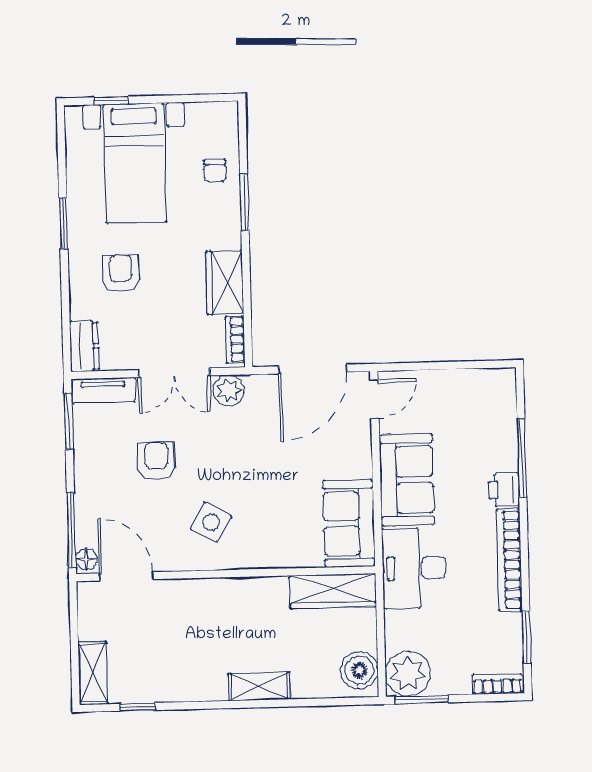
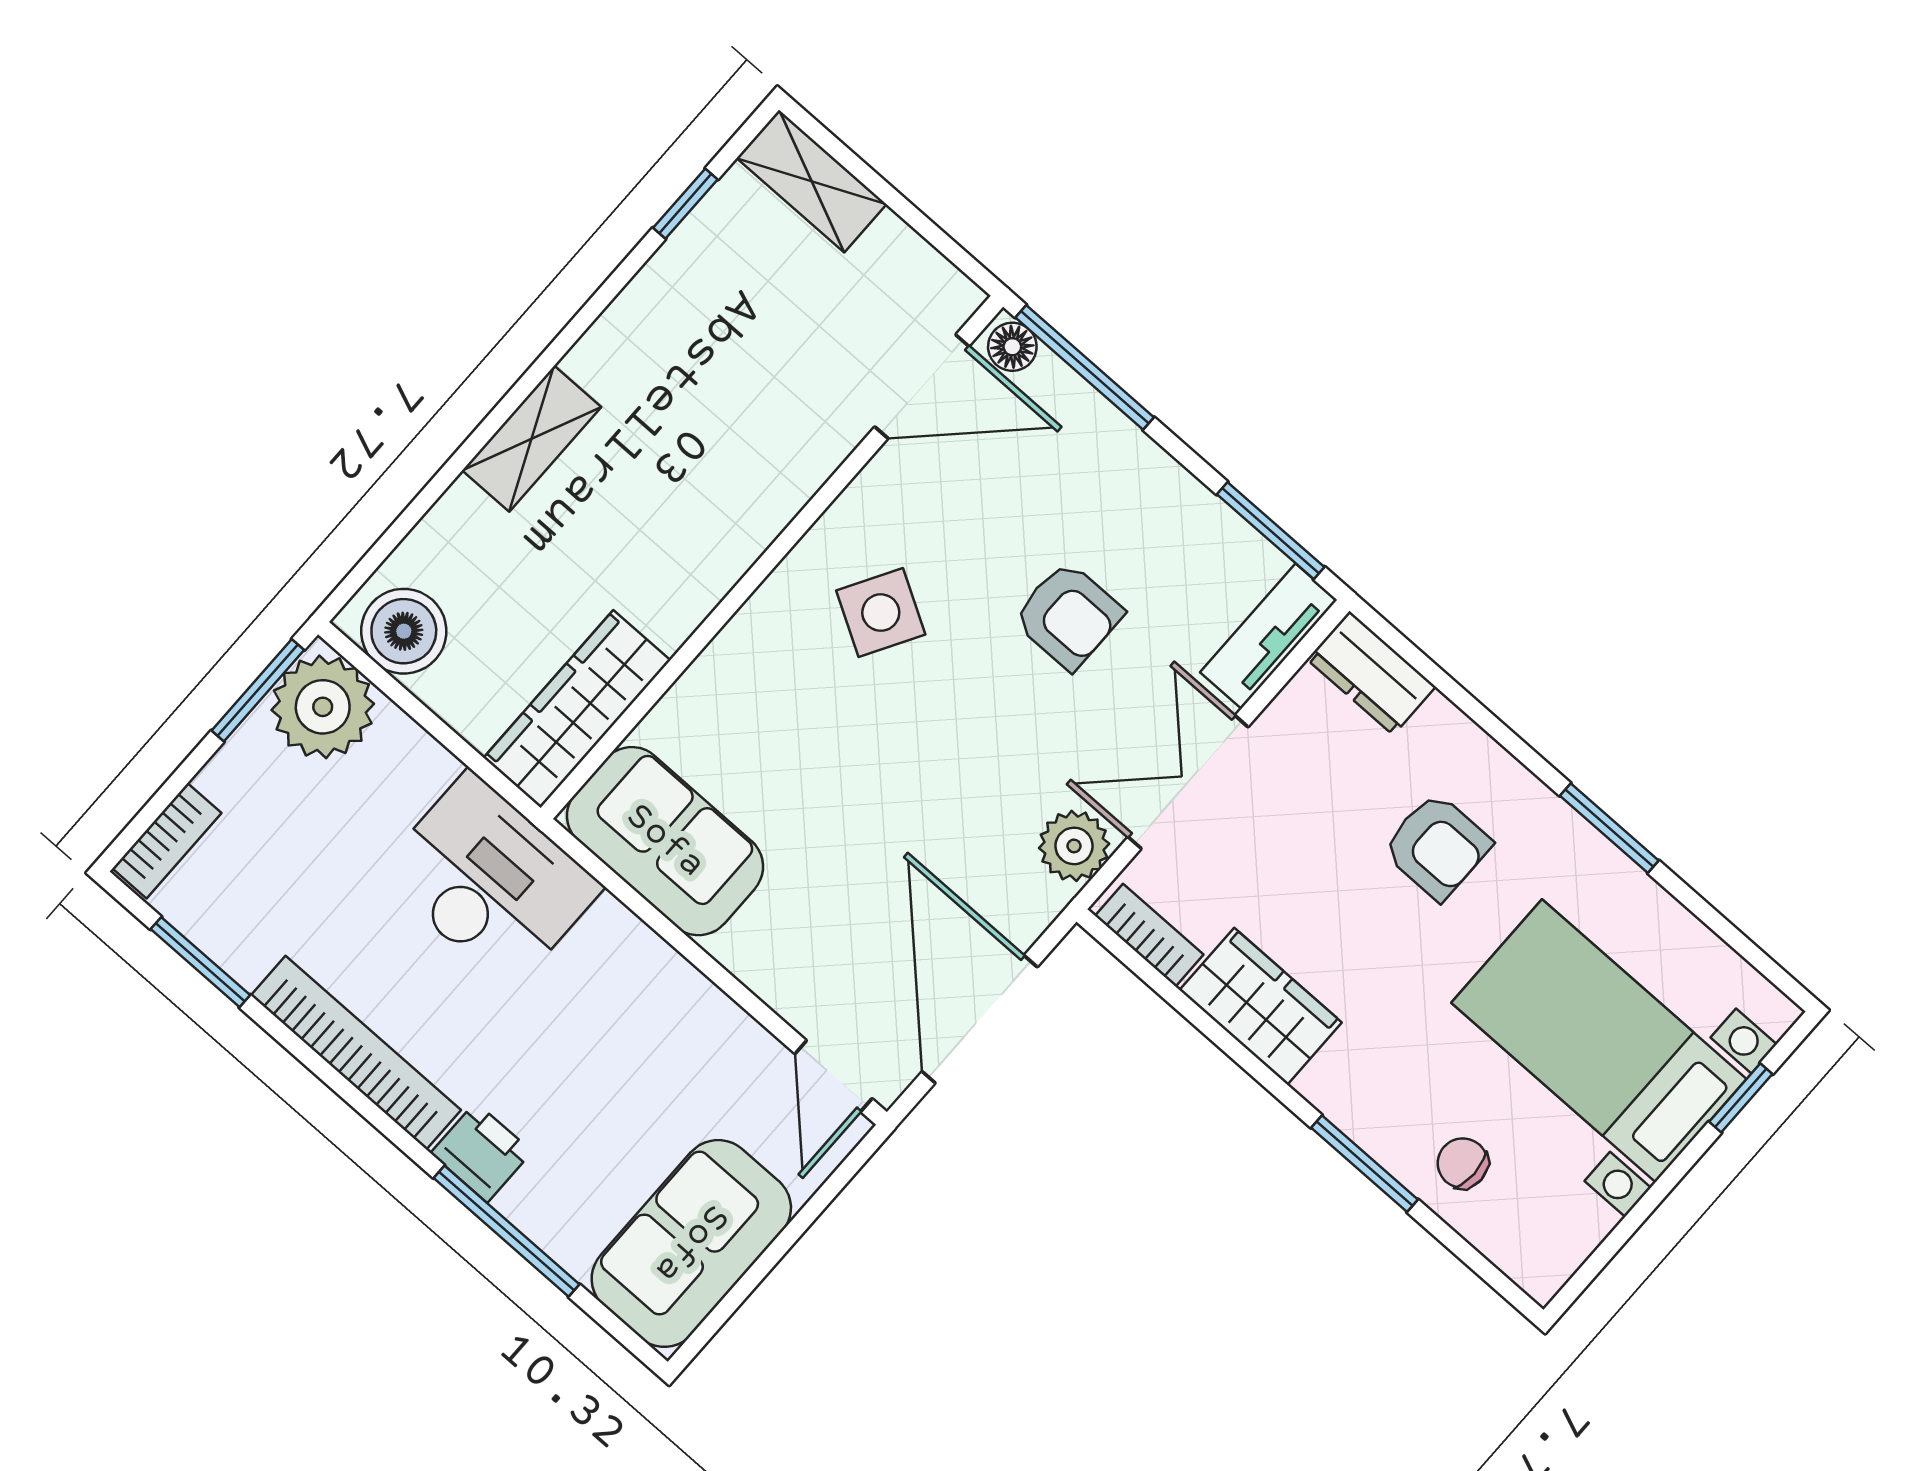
sofa: (407, 480) -> (691, 1243), moved, turned 90

